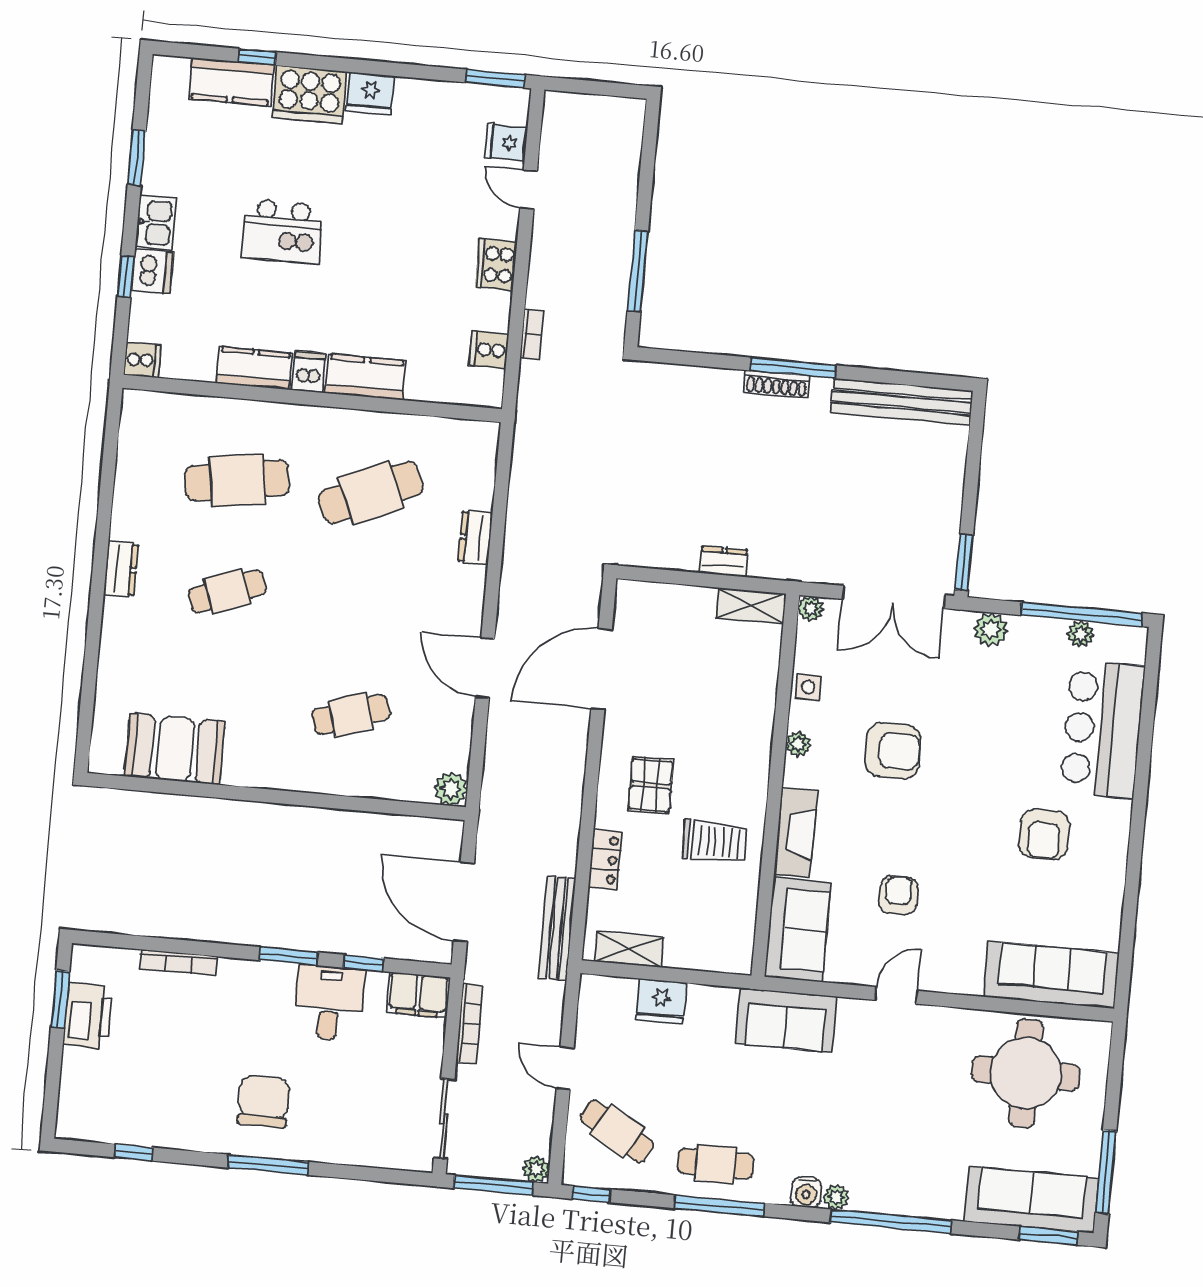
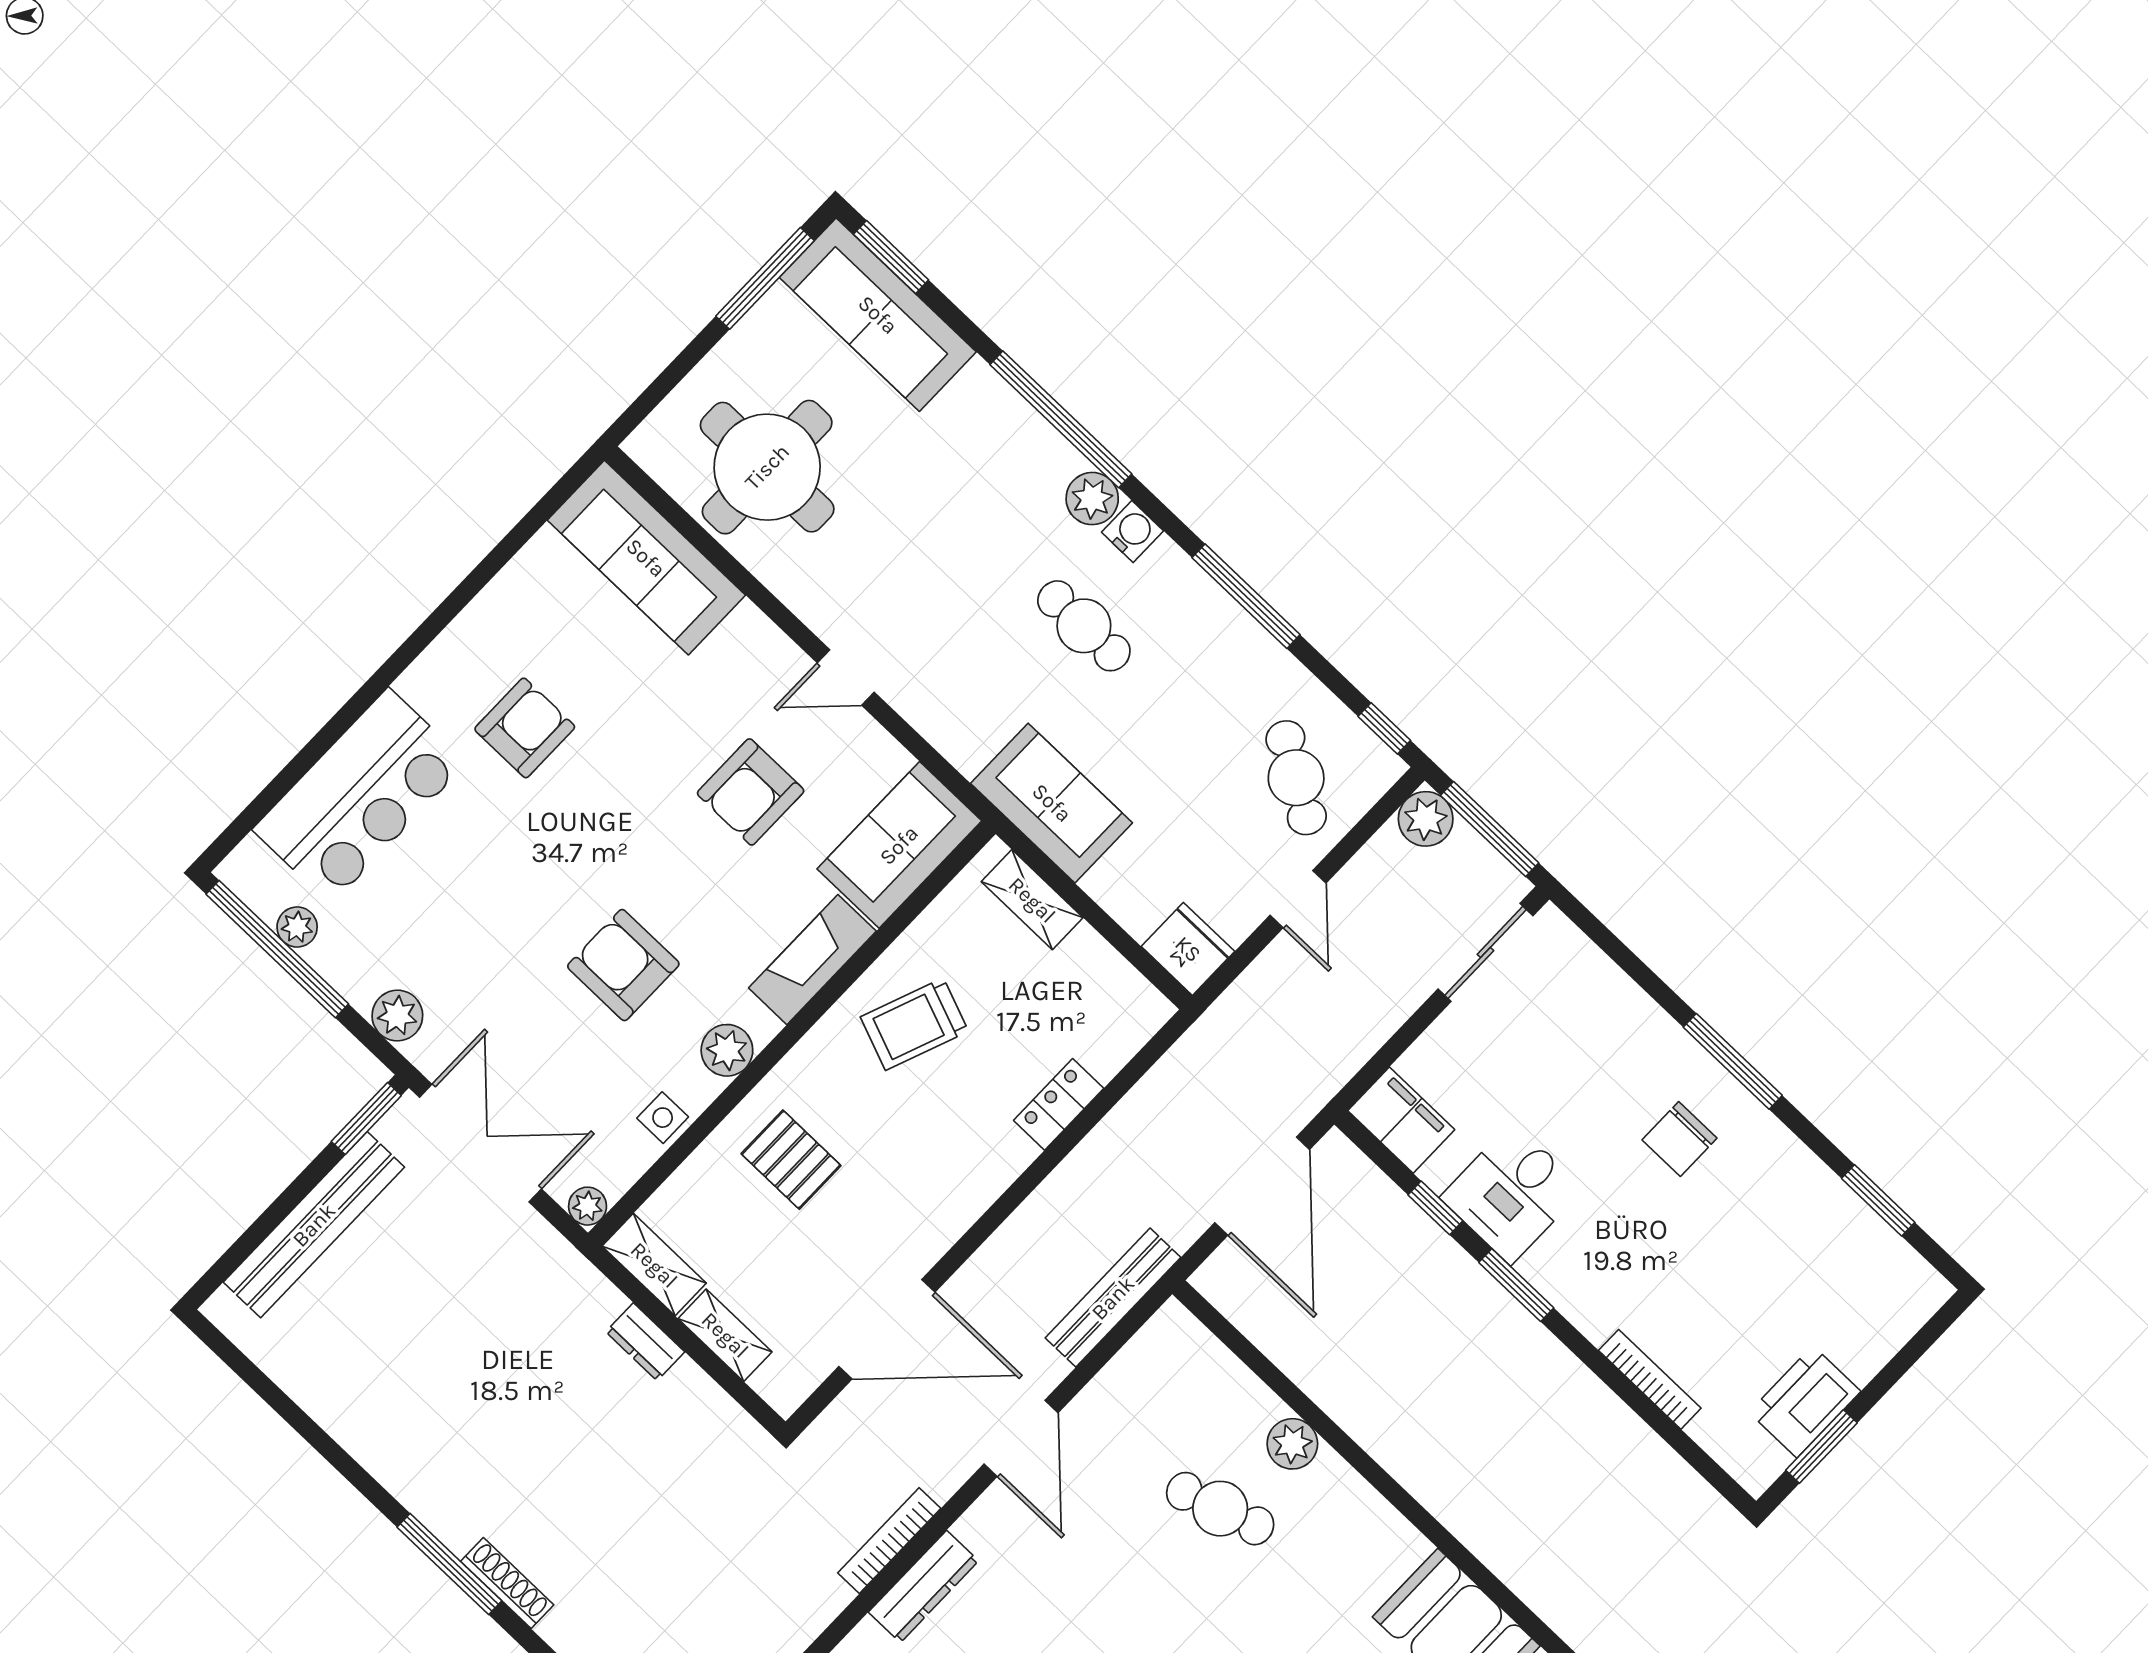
window: (793, 368) -> (449, 1564), moved
shoe rack: (777, 384) -> (507, 1583), moved
bench: (902, 402) -> (314, 1225), moved, turned 90
dresser: (475, 538) -> (924, 1586), width x1.44
shelving: (684, 598) -> (725, 1335), added
plant: (798, 744) -> (727, 1050), width x1.38, depth x1.38
pallet: (651, 785) -> (791, 1160), moved, turned 90
plant: (451, 789) -> (1292, 1444), moved
trolley: (715, 842) -> (914, 1024), turned -69
armchair: (898, 895) -> (751, 792), width x1.38, depth x1.38
bench: (557, 928) -> (1113, 1298), moved
shelving: (629, 950) -> (1032, 900), moved
fridge: (661, 1001) -> (1188, 949), moved
sofa: (786, 1020) -> (1052, 803), moved
bookcase: (469, 1024) -> (889, 1541), moved
chair: (264, 1102) -> (1680, 1139), width x0.73, depth x0.73
window: (133, 1152) -> (1878, 1200), width x1.50
cafe table: (716, 1164) -> (1084, 626), moved
plant: (536, 1169) -> (1426, 819), width x1.38, depth x1.38
plant: (836, 1197) -> (1092, 499), width x1.38, depth x1.38

